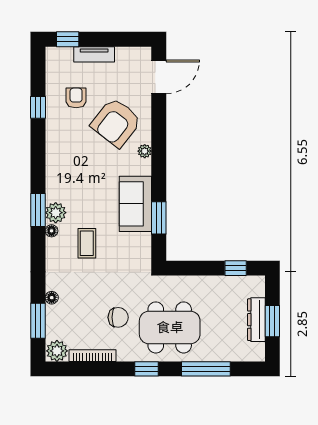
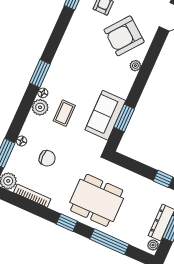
sofa: (135, 204) -> (105, 115), moved
plant: (56, 213) -> (40, 107), moved
chair: (118, 317) -> (47, 158), moved
plant: (258, 350) -> (153, 245), added

